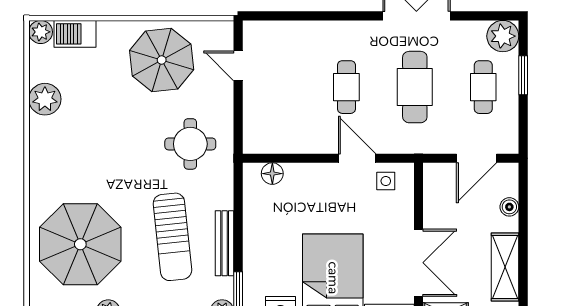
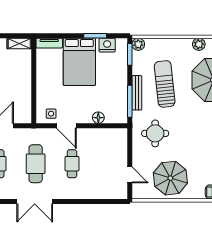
floor lamp: (272, 174) -> (98, 118), moved
window: (238, 204) -> (130, 101), added
bench: (225, 243) -> (137, 93), moved
double door: (418, 263) -> (34, 70), removed

